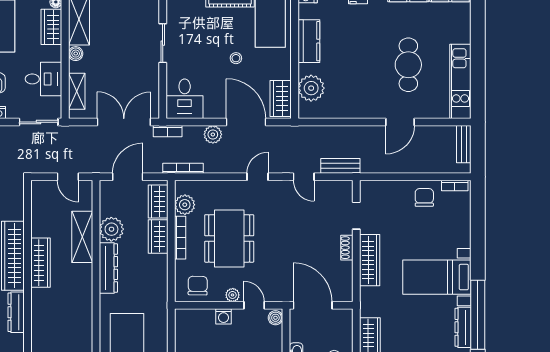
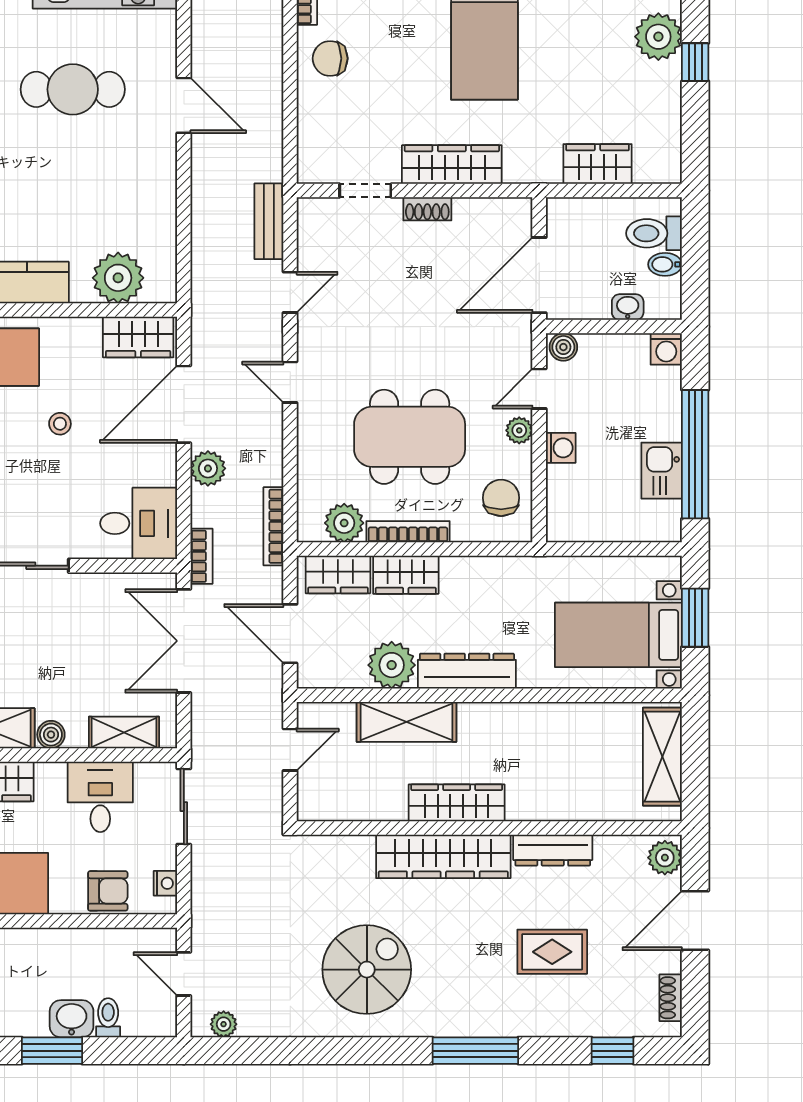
chair: (198, 286) -> (501, 498), turned 89

